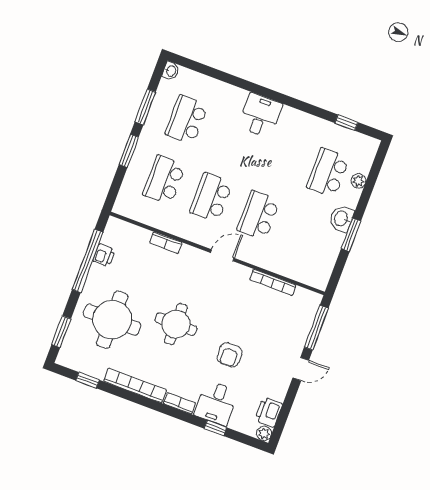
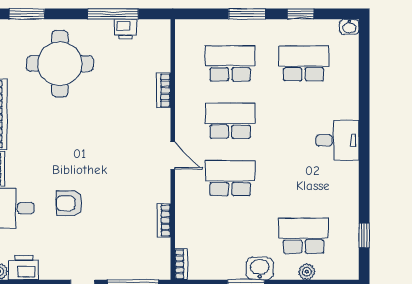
window: (145, 107) -> (301, 14), width x0.67
window: (88, 261) -> (113, 14), width x0.68
bookcase: (273, 282) -> (164, 220), width x0.64
bookcase: (314, 282) -> (181, 264), added
round table: (176, 324) -> (81, 134), removed

